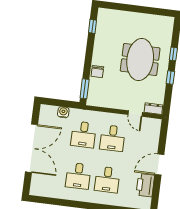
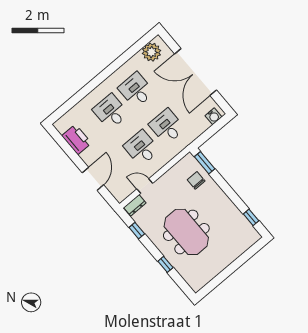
chair: (97, 72) -> (196, 180), moved
window: (170, 78) -> (137, 231), moved
water cooler: (63, 112) -> (213, 116), moved
door: (159, 165) -> (93, 179), moved
plant: (45, 188) -> (151, 52), added

